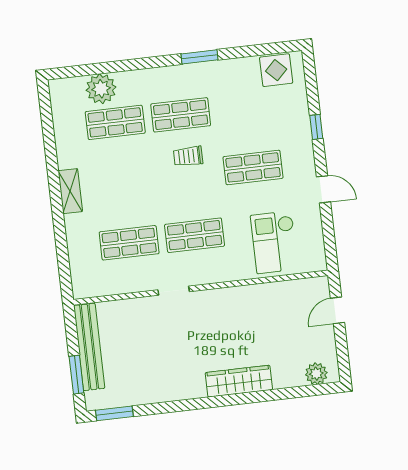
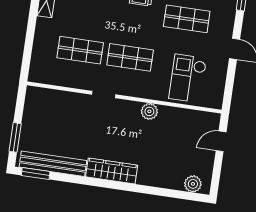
plant: (237, 297) -> (149, 111), added
bench: (89, 347) -> (53, 164), moved, turned 90
wardrobe: (239, 381) -> (112, 171), moved

